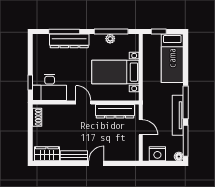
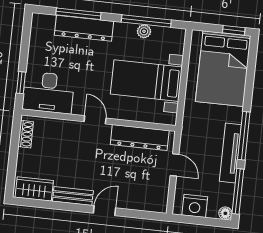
window: (159, 31) -> (234, 30), moved
bed: (172, 58) -> (223, 69), width x1.50

